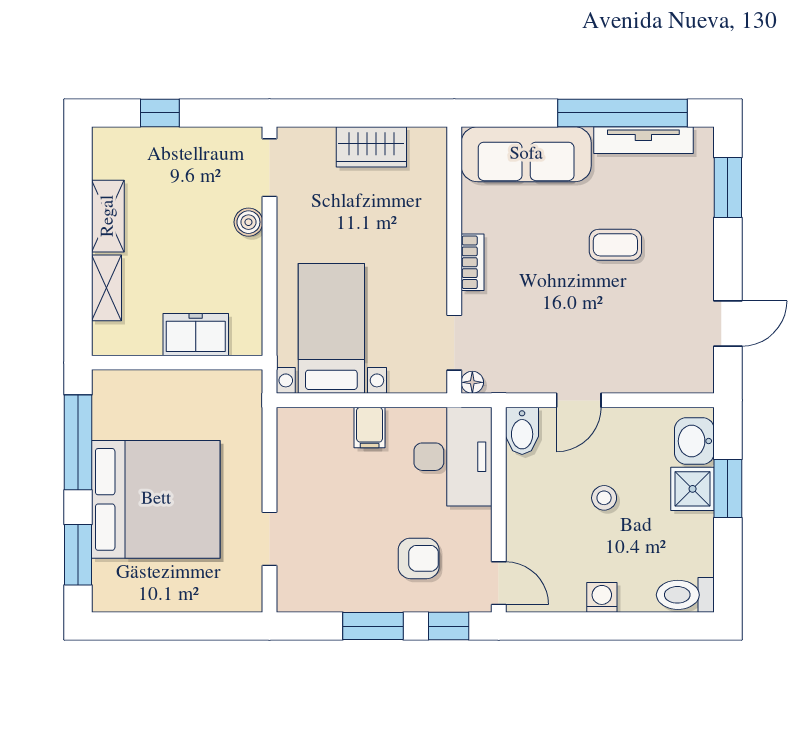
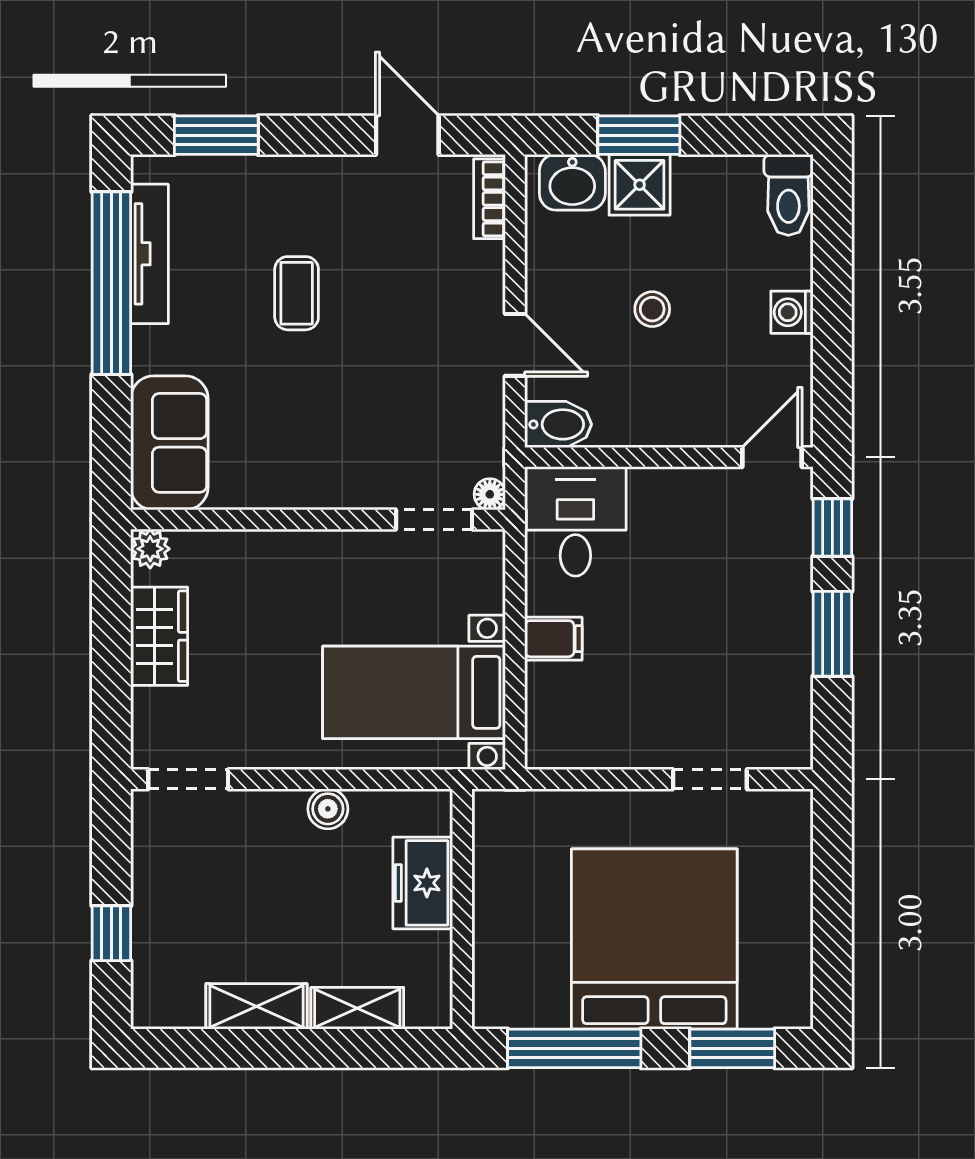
plant: (434, 141) -> (150, 549), added
sofa: (526, 154) -> (169, 443), width x0.73
boiler: (248, 222) -> (328, 809), moved
bookcase: (472, 262) -> (490, 199), moved, turned -90
desk: (453, 457) -> (575, 521), width x0.73
armchair: (419, 558) -> (737, 570), removed

